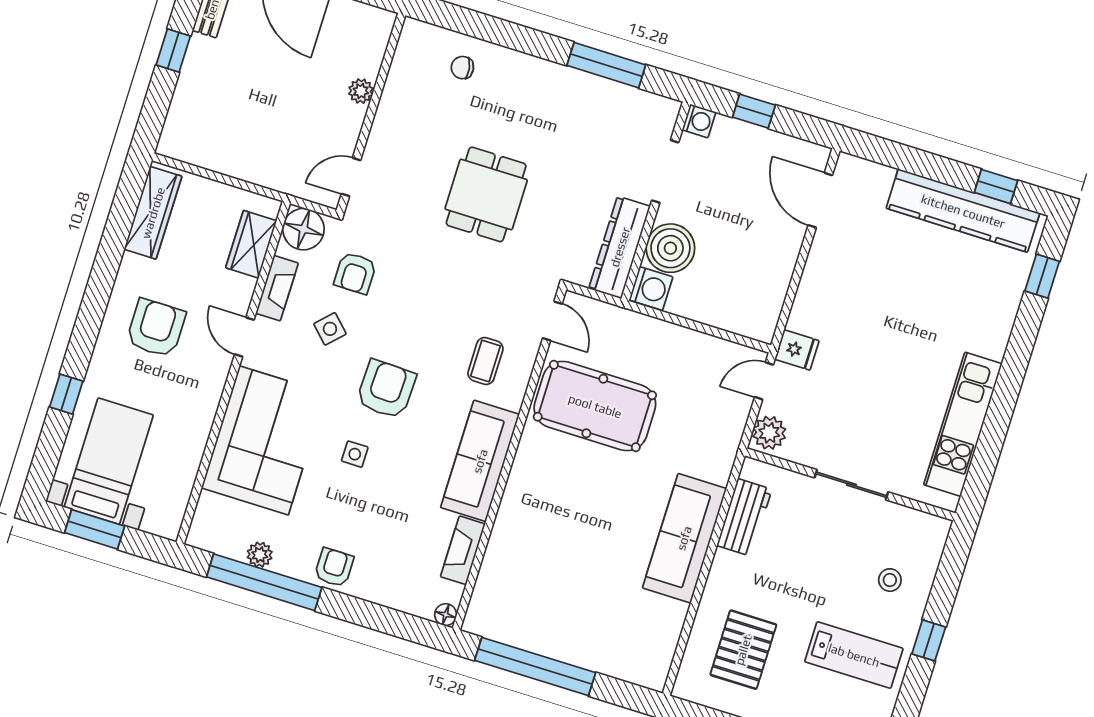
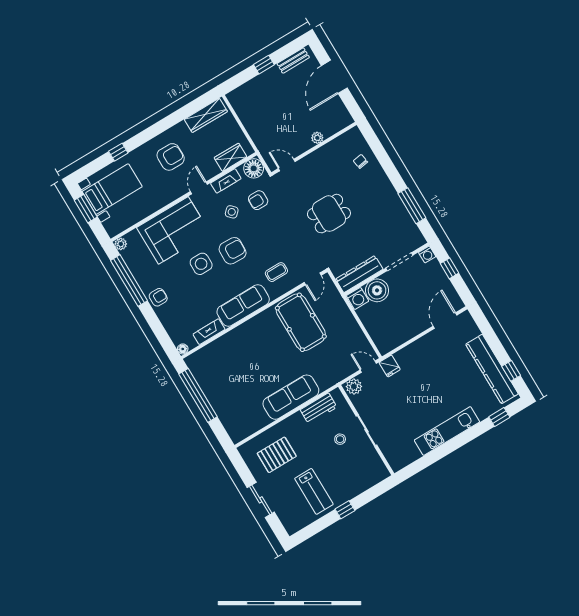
kitchen unit: (963, 424) -> (447, 431), moved
side table: (355, 454) -> (201, 264), width x1.87, depth x1.87
plant: (260, 555) -> (121, 244), moved
stool: (890, 580) -> (340, 439), moved

